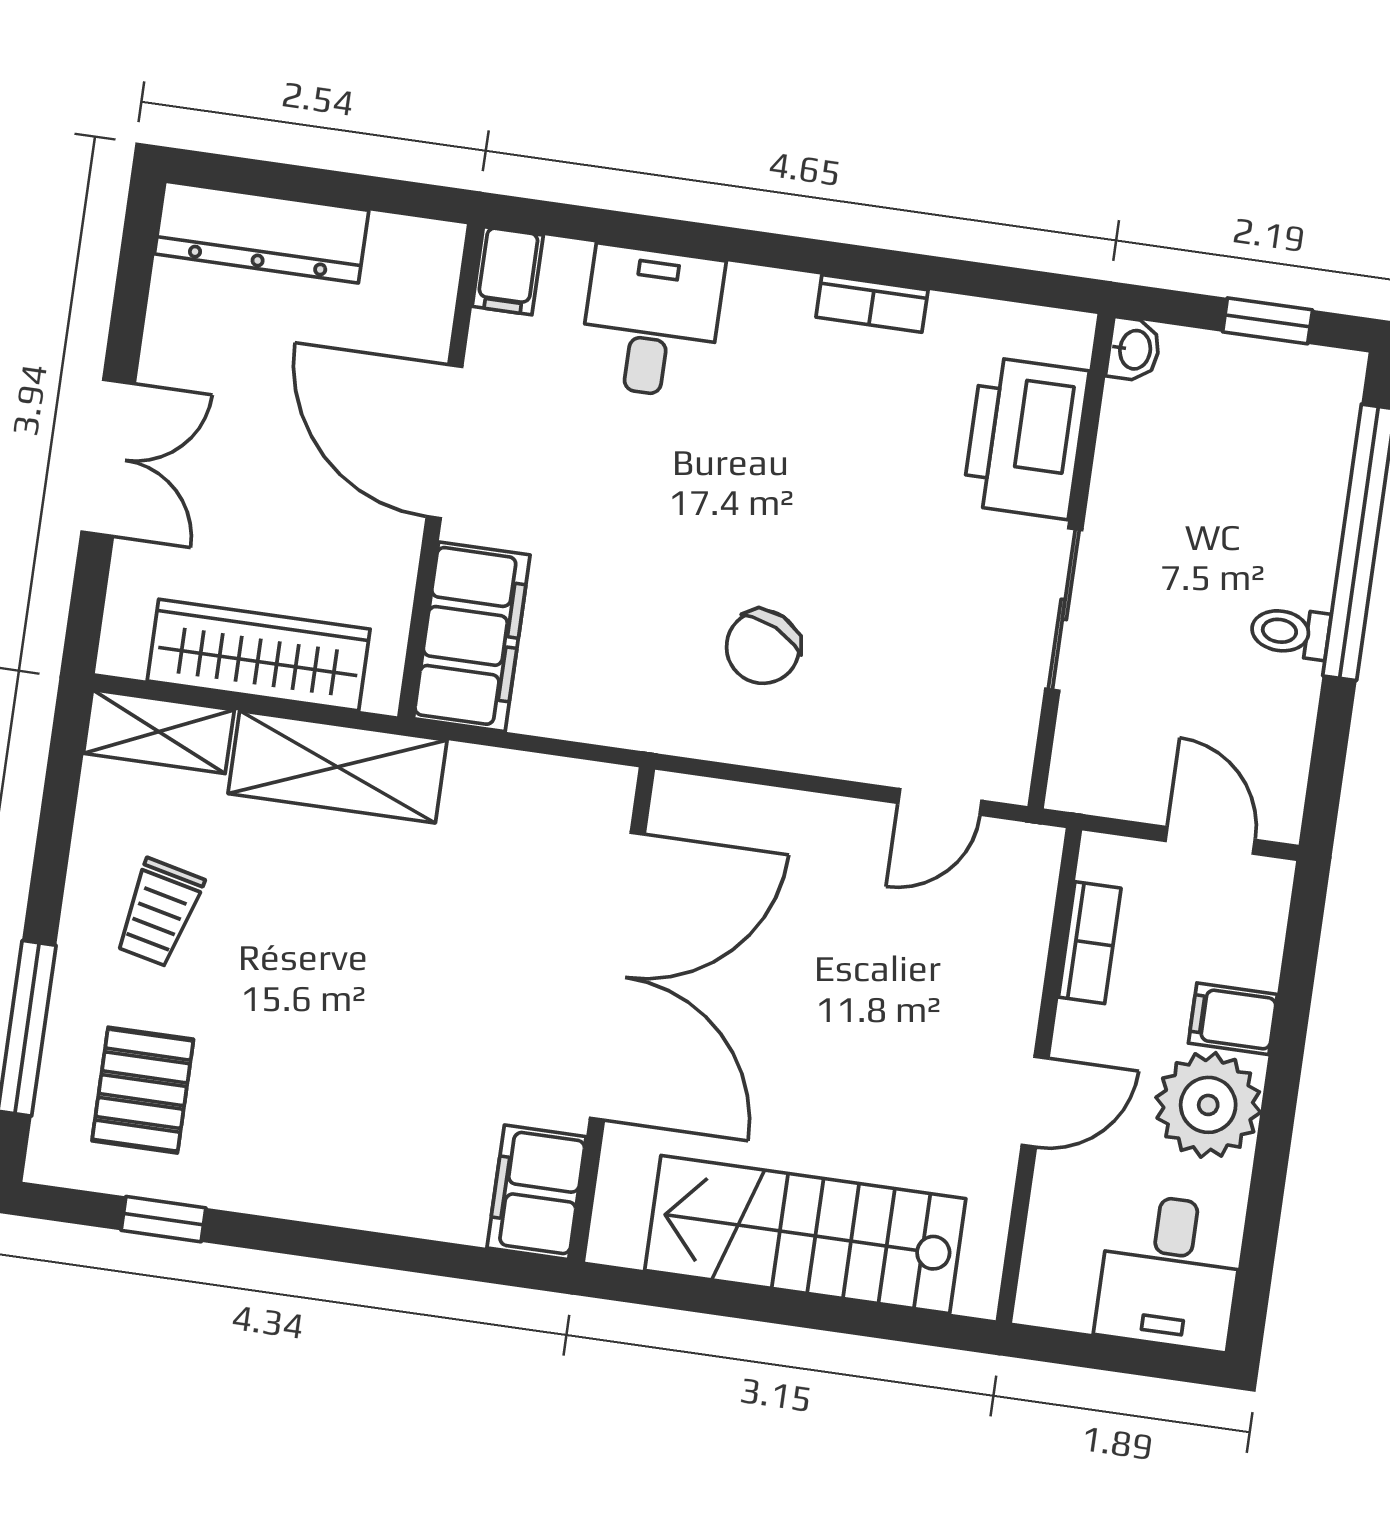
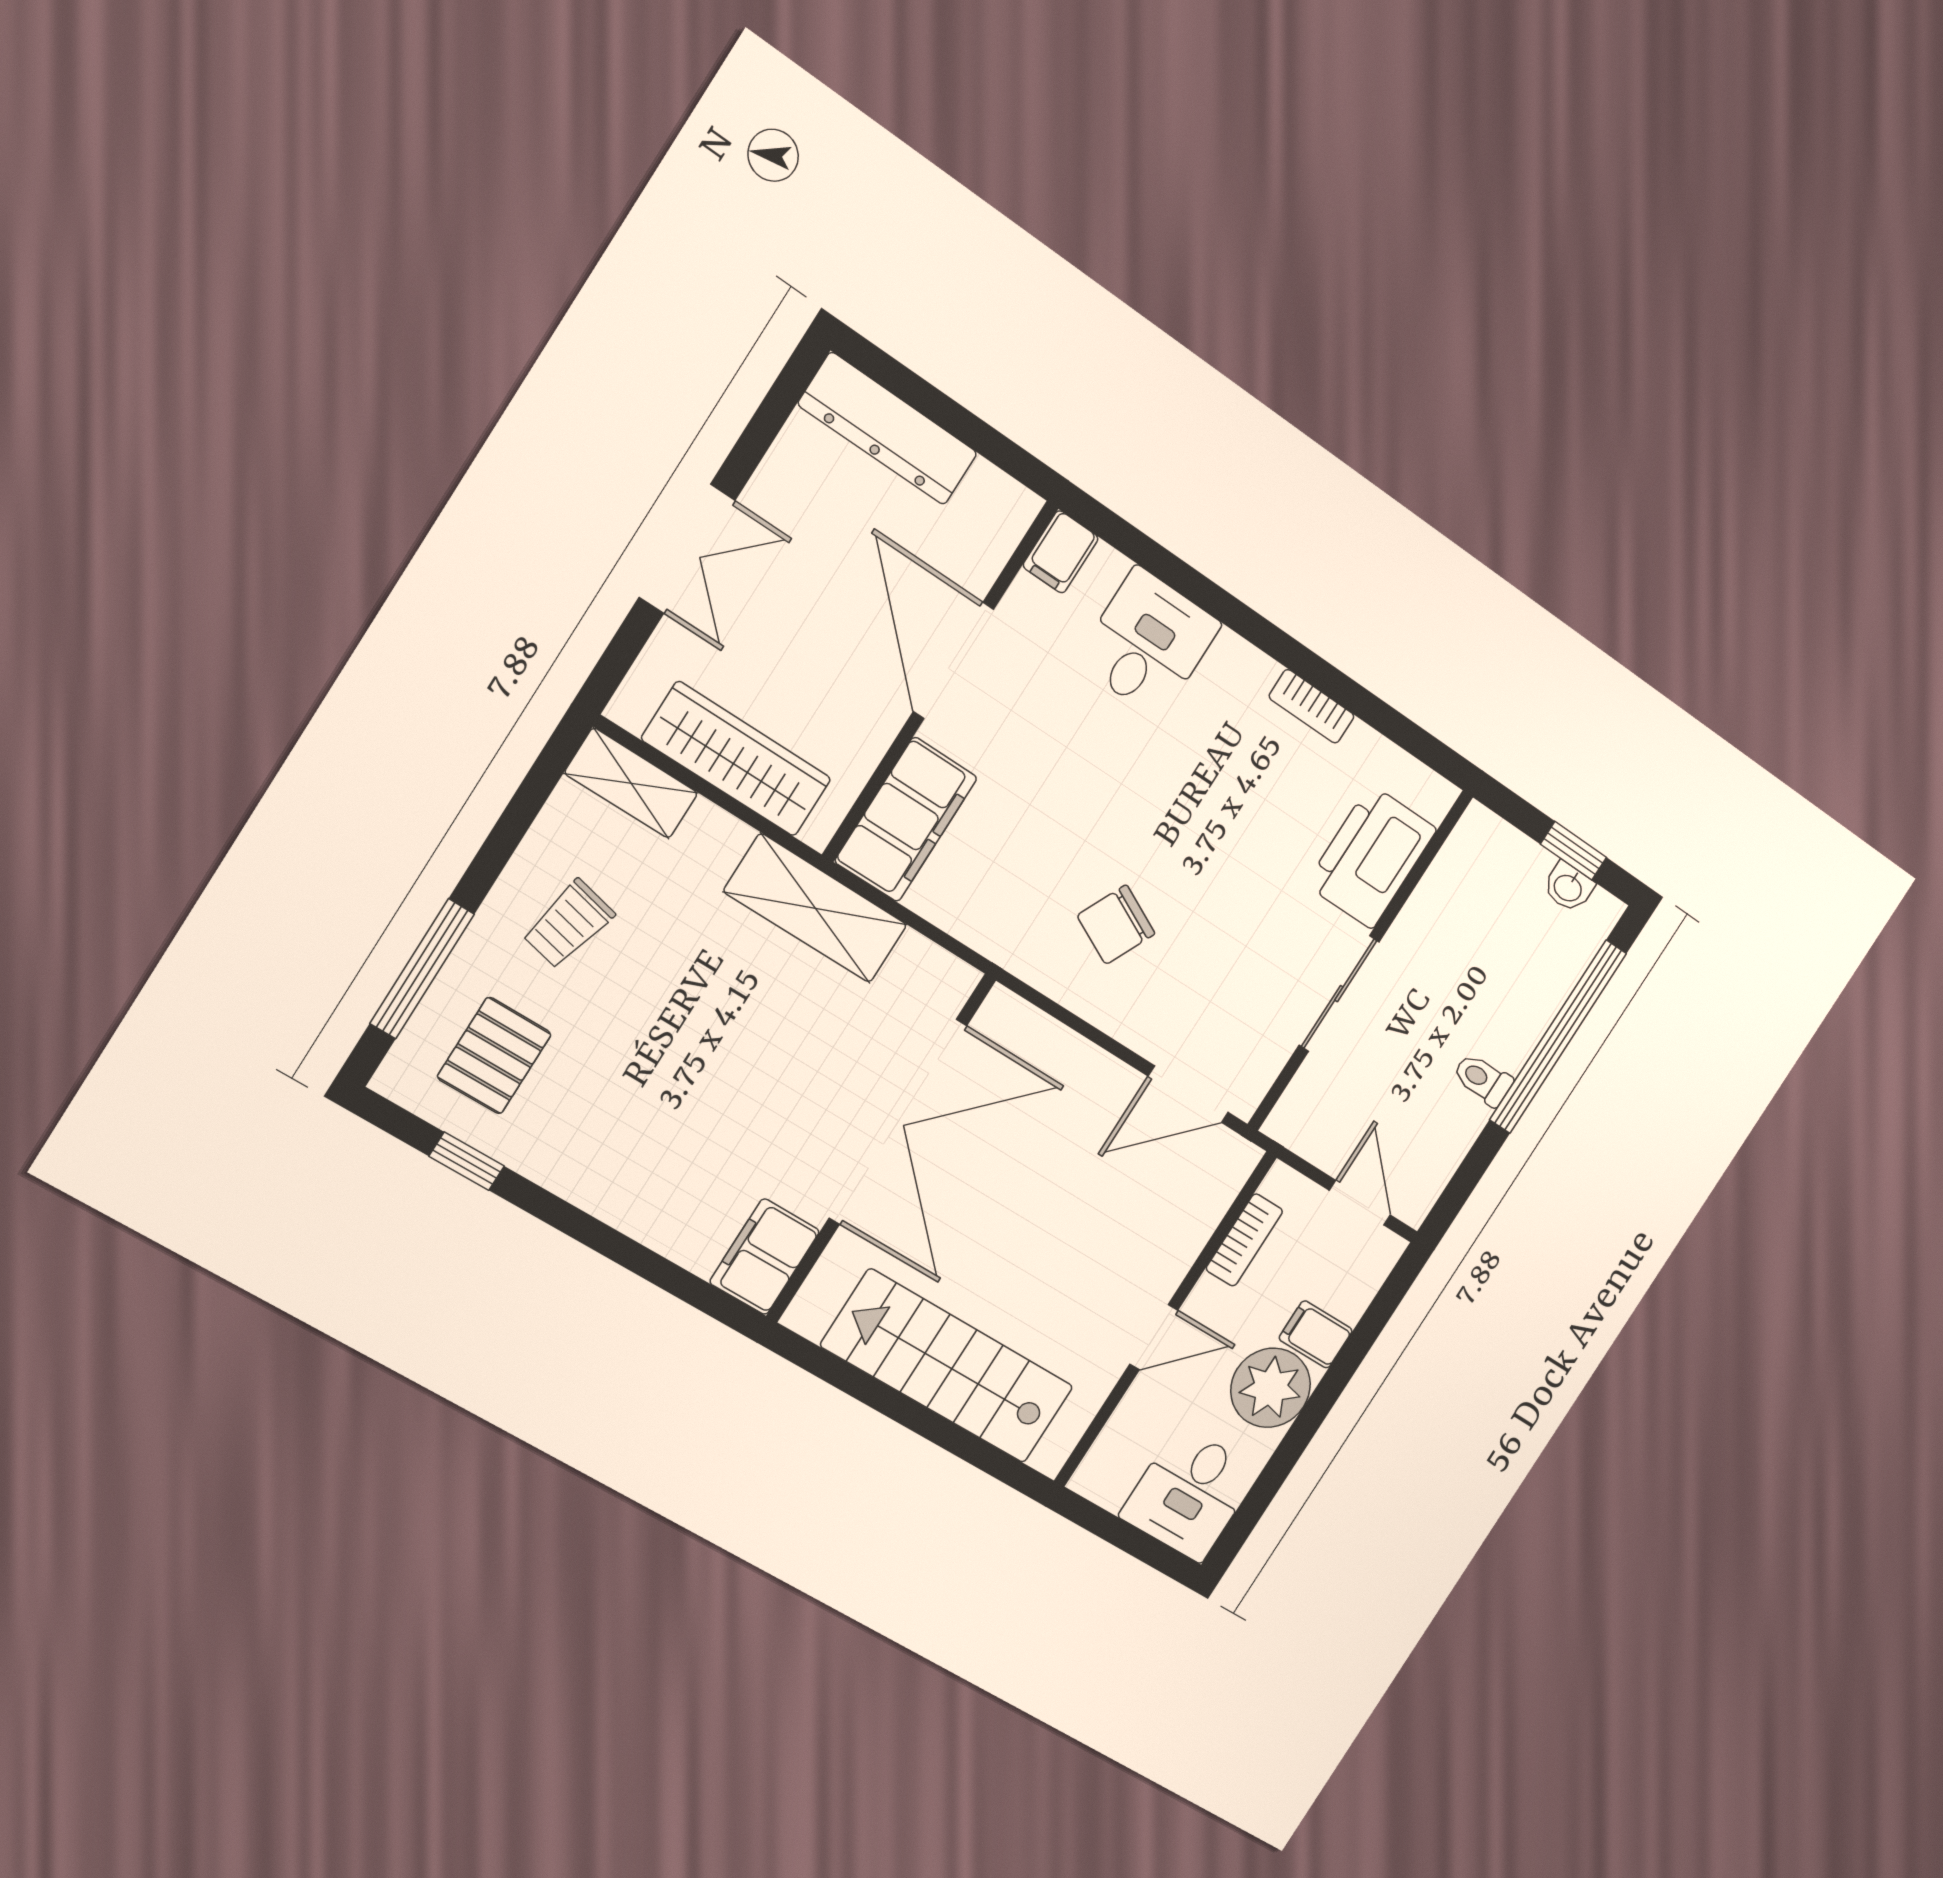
washbasin: (1134, 350) -> (1568, 887), moved, turned 90
shelving: (337, 767) -> (815, 908), moved
door: (940, 802) -> (1188, 1094), width x1.38

